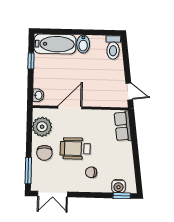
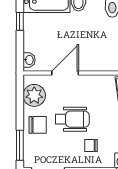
wheelchair: (75, 149) -> (72, 119), turned 180
chair: (44, 153) -> (38, 125), turned -90

